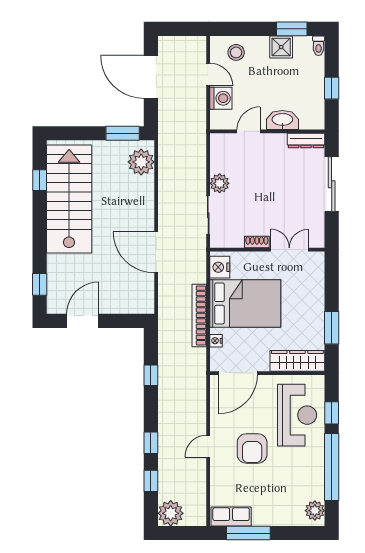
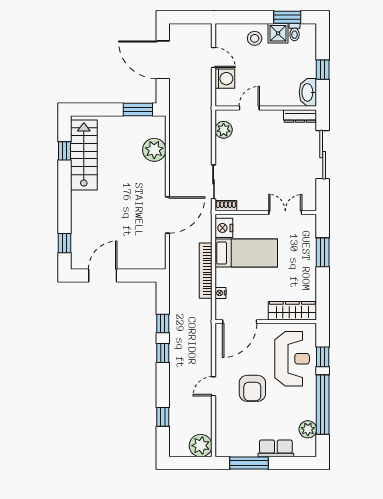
toilet: (319, 46) -> (295, 32), moved
stool: (236, 52) -> (255, 38), moved
washbasin: (282, 120) -> (308, 92), moved, turned -90
plant: (141, 162) -> (154, 150), moved
plant: (220, 183) -> (224, 130), moved
stairs: (69, 199) -> (84, 155), width x0.73, depth x0.66
shoe rack: (257, 242) -> (226, 206), moved
door: (156, 252) -> (167, 215), swing flipped
bed: (245, 303) -> (246, 253), width x0.67
window: (332, 328) -> (323, 252), moved
window: (151, 443) -> (163, 353), moved
plant: (315, 511) -> (308, 429), moved
plant: (171, 513) -> (201, 446), moved
row of seats: (231, 516) -> (276, 448), moved

